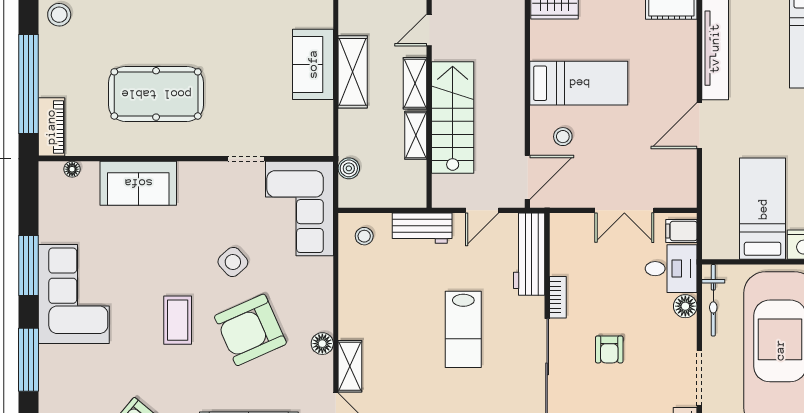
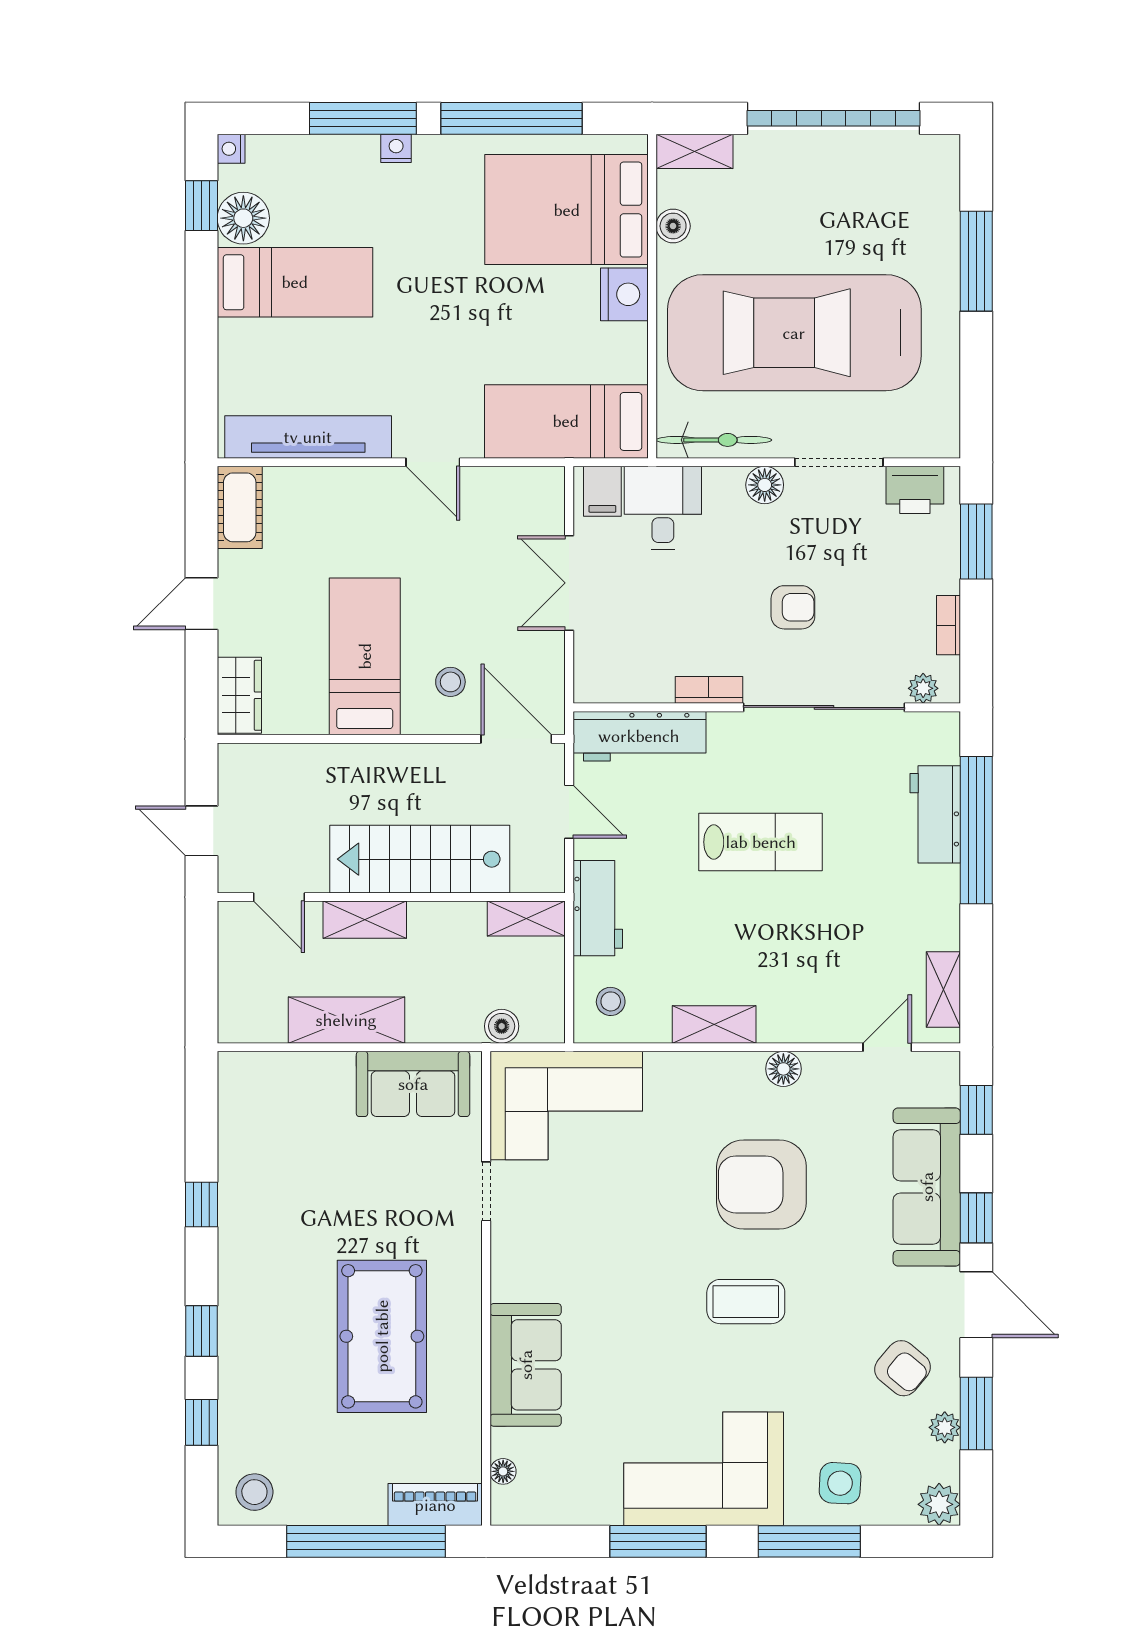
sofa: (313, 64) -> (413, 1084), moved
door: (699, 126) -> (433, 462), width x0.73
shelving: (416, 135) -> (526, 919), moved
bed: (763, 209) -> (566, 421), moved
double door: (624, 210) -> (569, 583), swing flipped
side table: (233, 262) -> (840, 1483), moved, turned 45
floor lamp: (685, 306) -> (765, 485), moved
armchair: (250, 330) -> (761, 1184), turned 114
shelving: (350, 366) -> (714, 1025), moved

